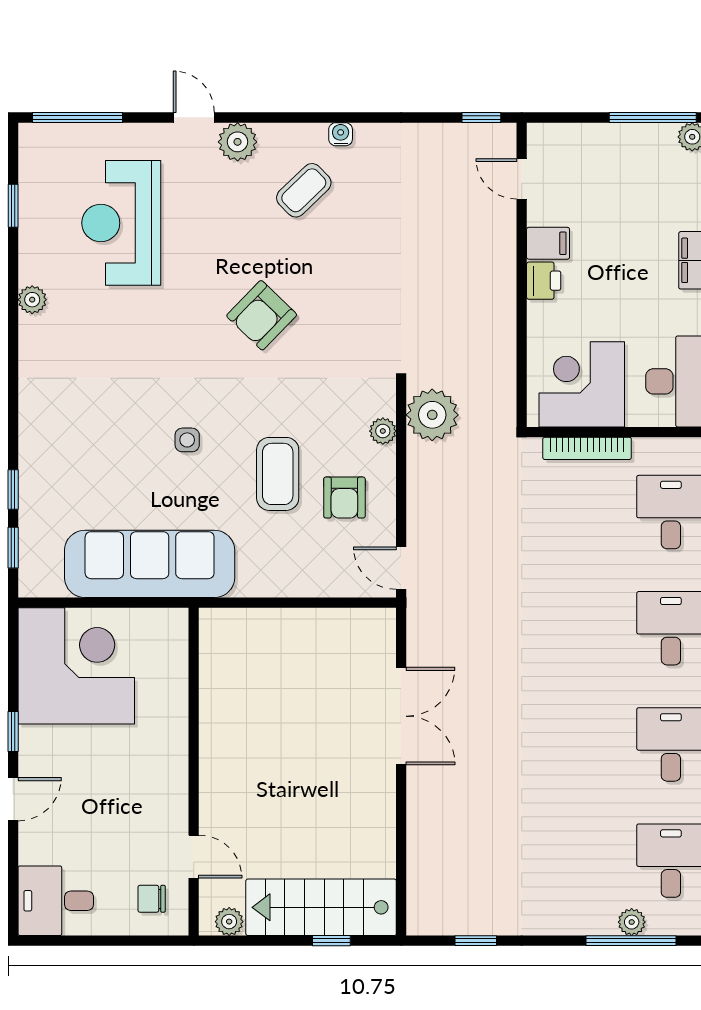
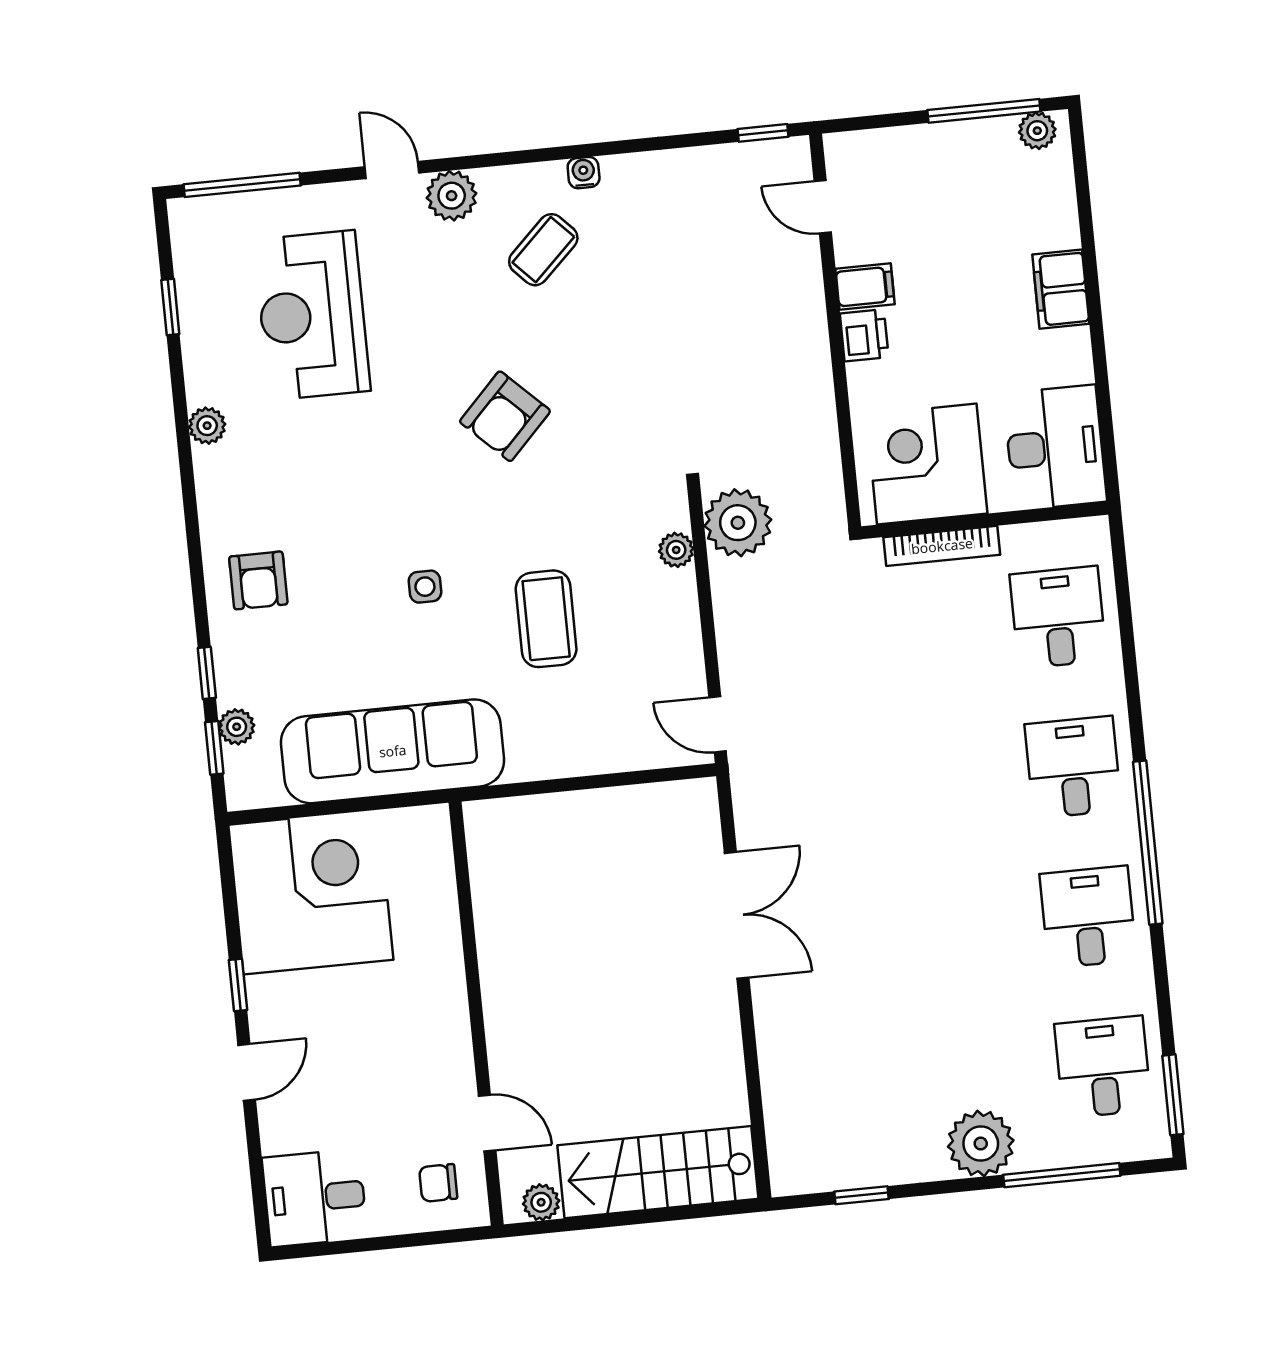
armchair: (344, 498) -> (258, 580), moved
plant: (32, 533) -> (237, 727), added
plant: (632, 922) -> (981, 1144), moved, width x1.88, depth x1.88
window: (331, 941) -> (676, 1214), removed

